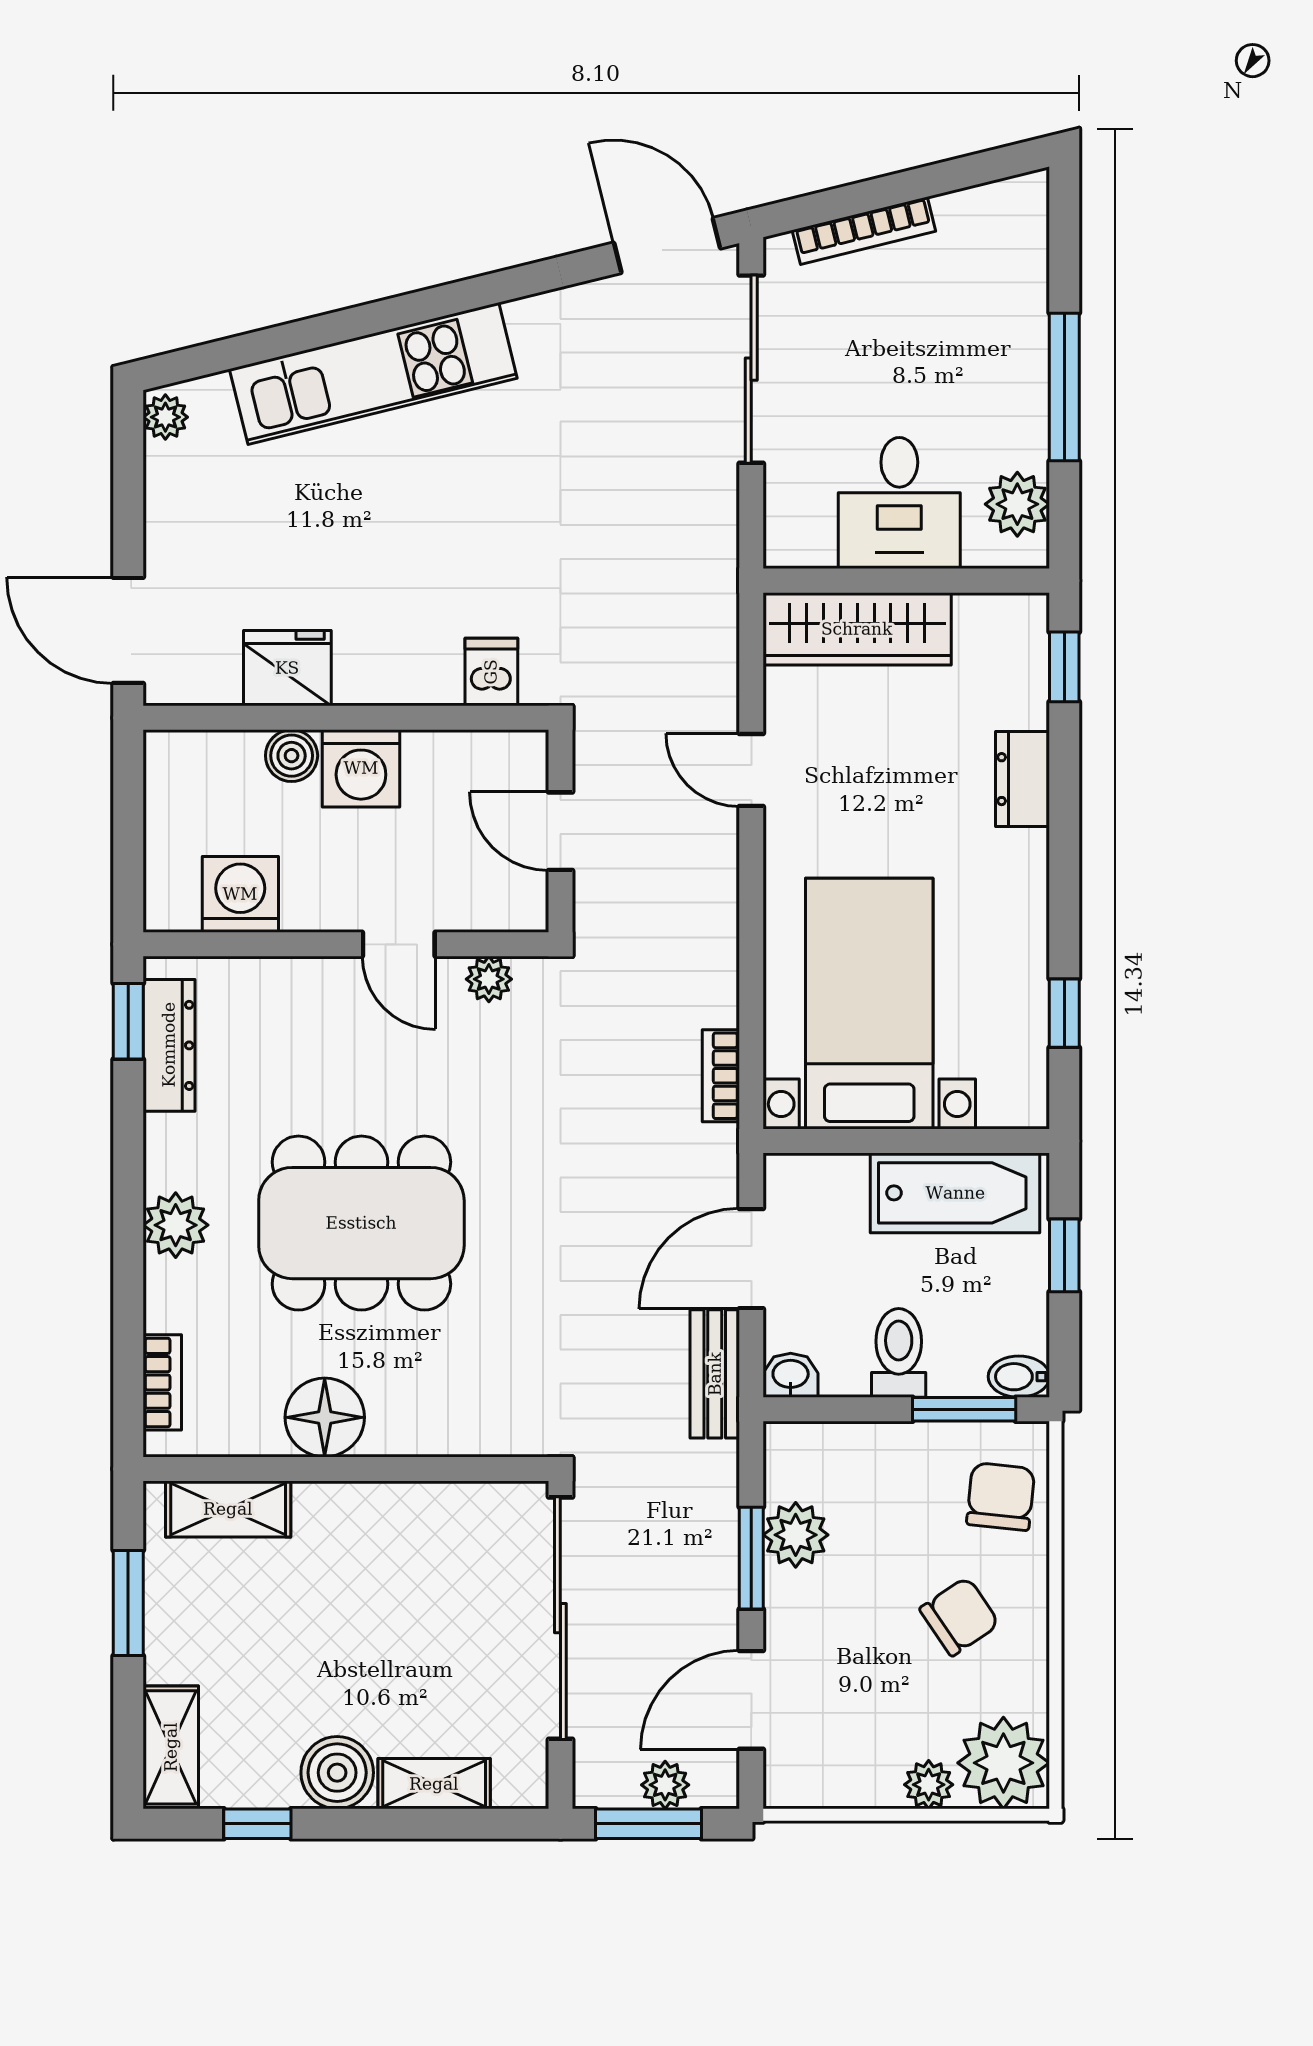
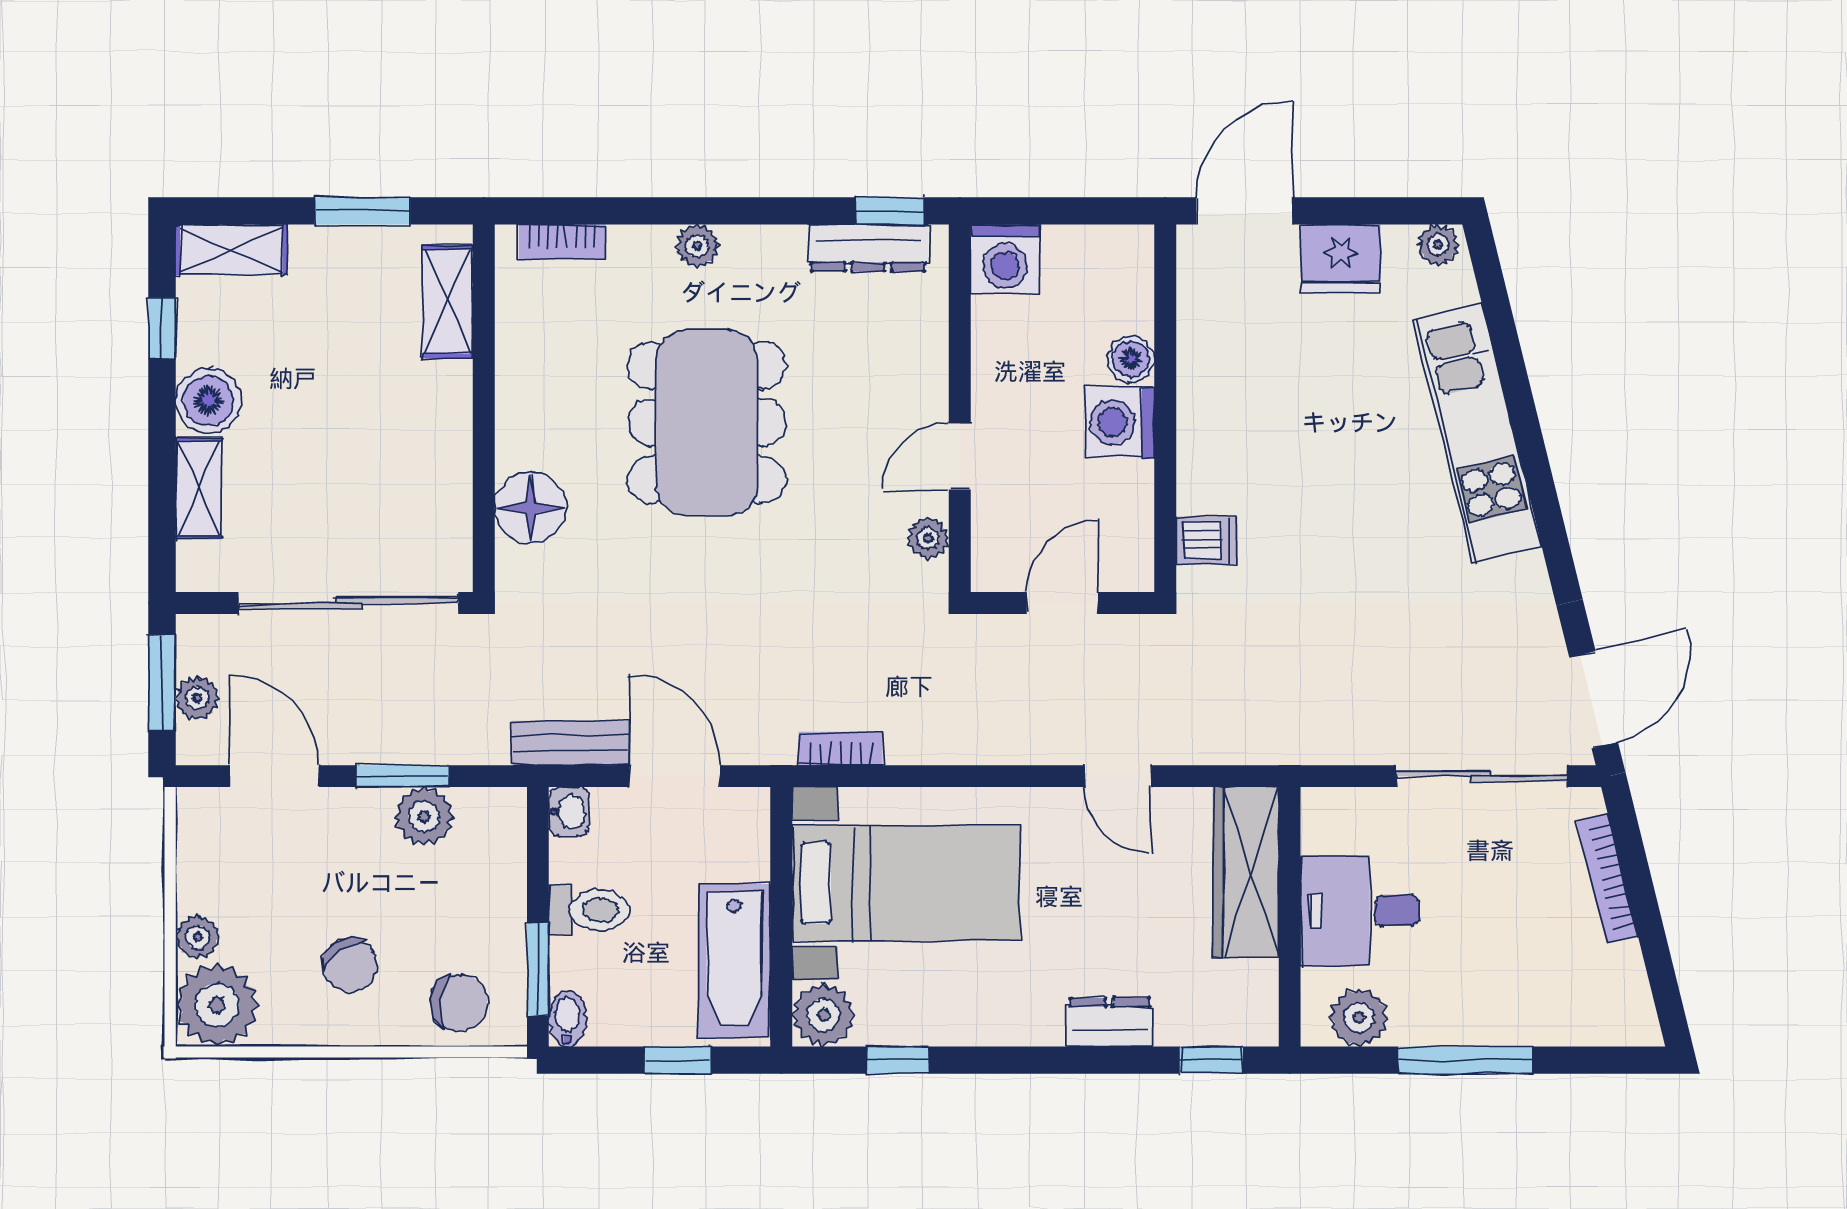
fridge: (287, 668) -> (1341, 259), moved, turned 90
door: (751, 770) -> (1118, 776), swing flipped
washing machine: (240, 894) -> (1005, 259), moved, turned 90
plant: (1014, 1095) -> (823, 1015), added
plant: (176, 1225) -> (697, 246), width x0.73, depth x0.73
floor lamp: (325, 1417) -> (531, 508), moved

